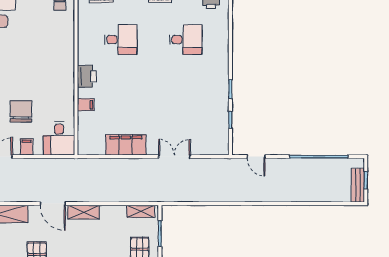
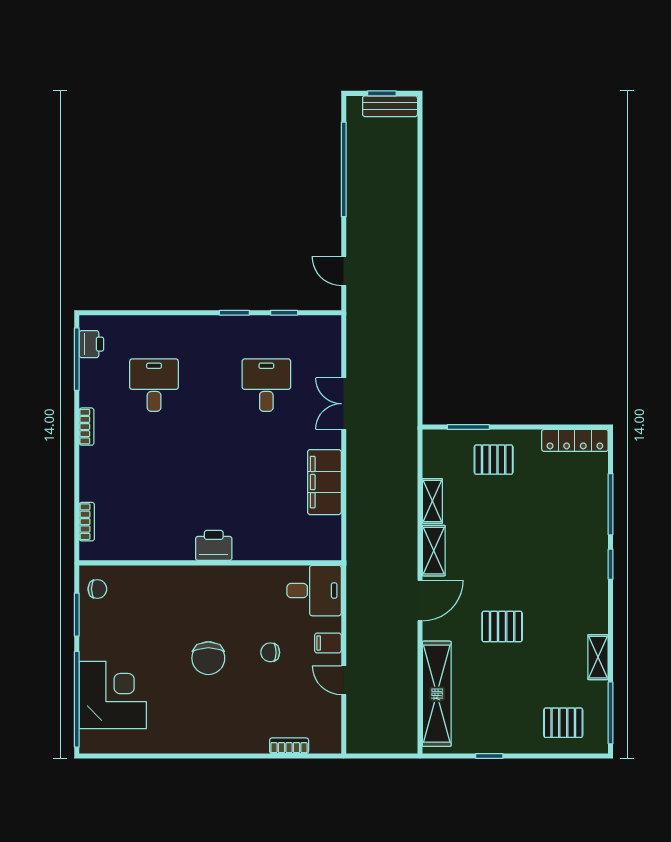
desk: (121, 40) -> (266, 385), moved
chair: (17, 73) -> (208, 658), added
filing cabinet: (86, 105) -> (260, 547), removed
chair: (21, 111) -> (270, 652), width x0.54, depth x0.54
door: (256, 157) -> (344, 271), swing flipped
shelving: (141, 211) -> (432, 501), moved

